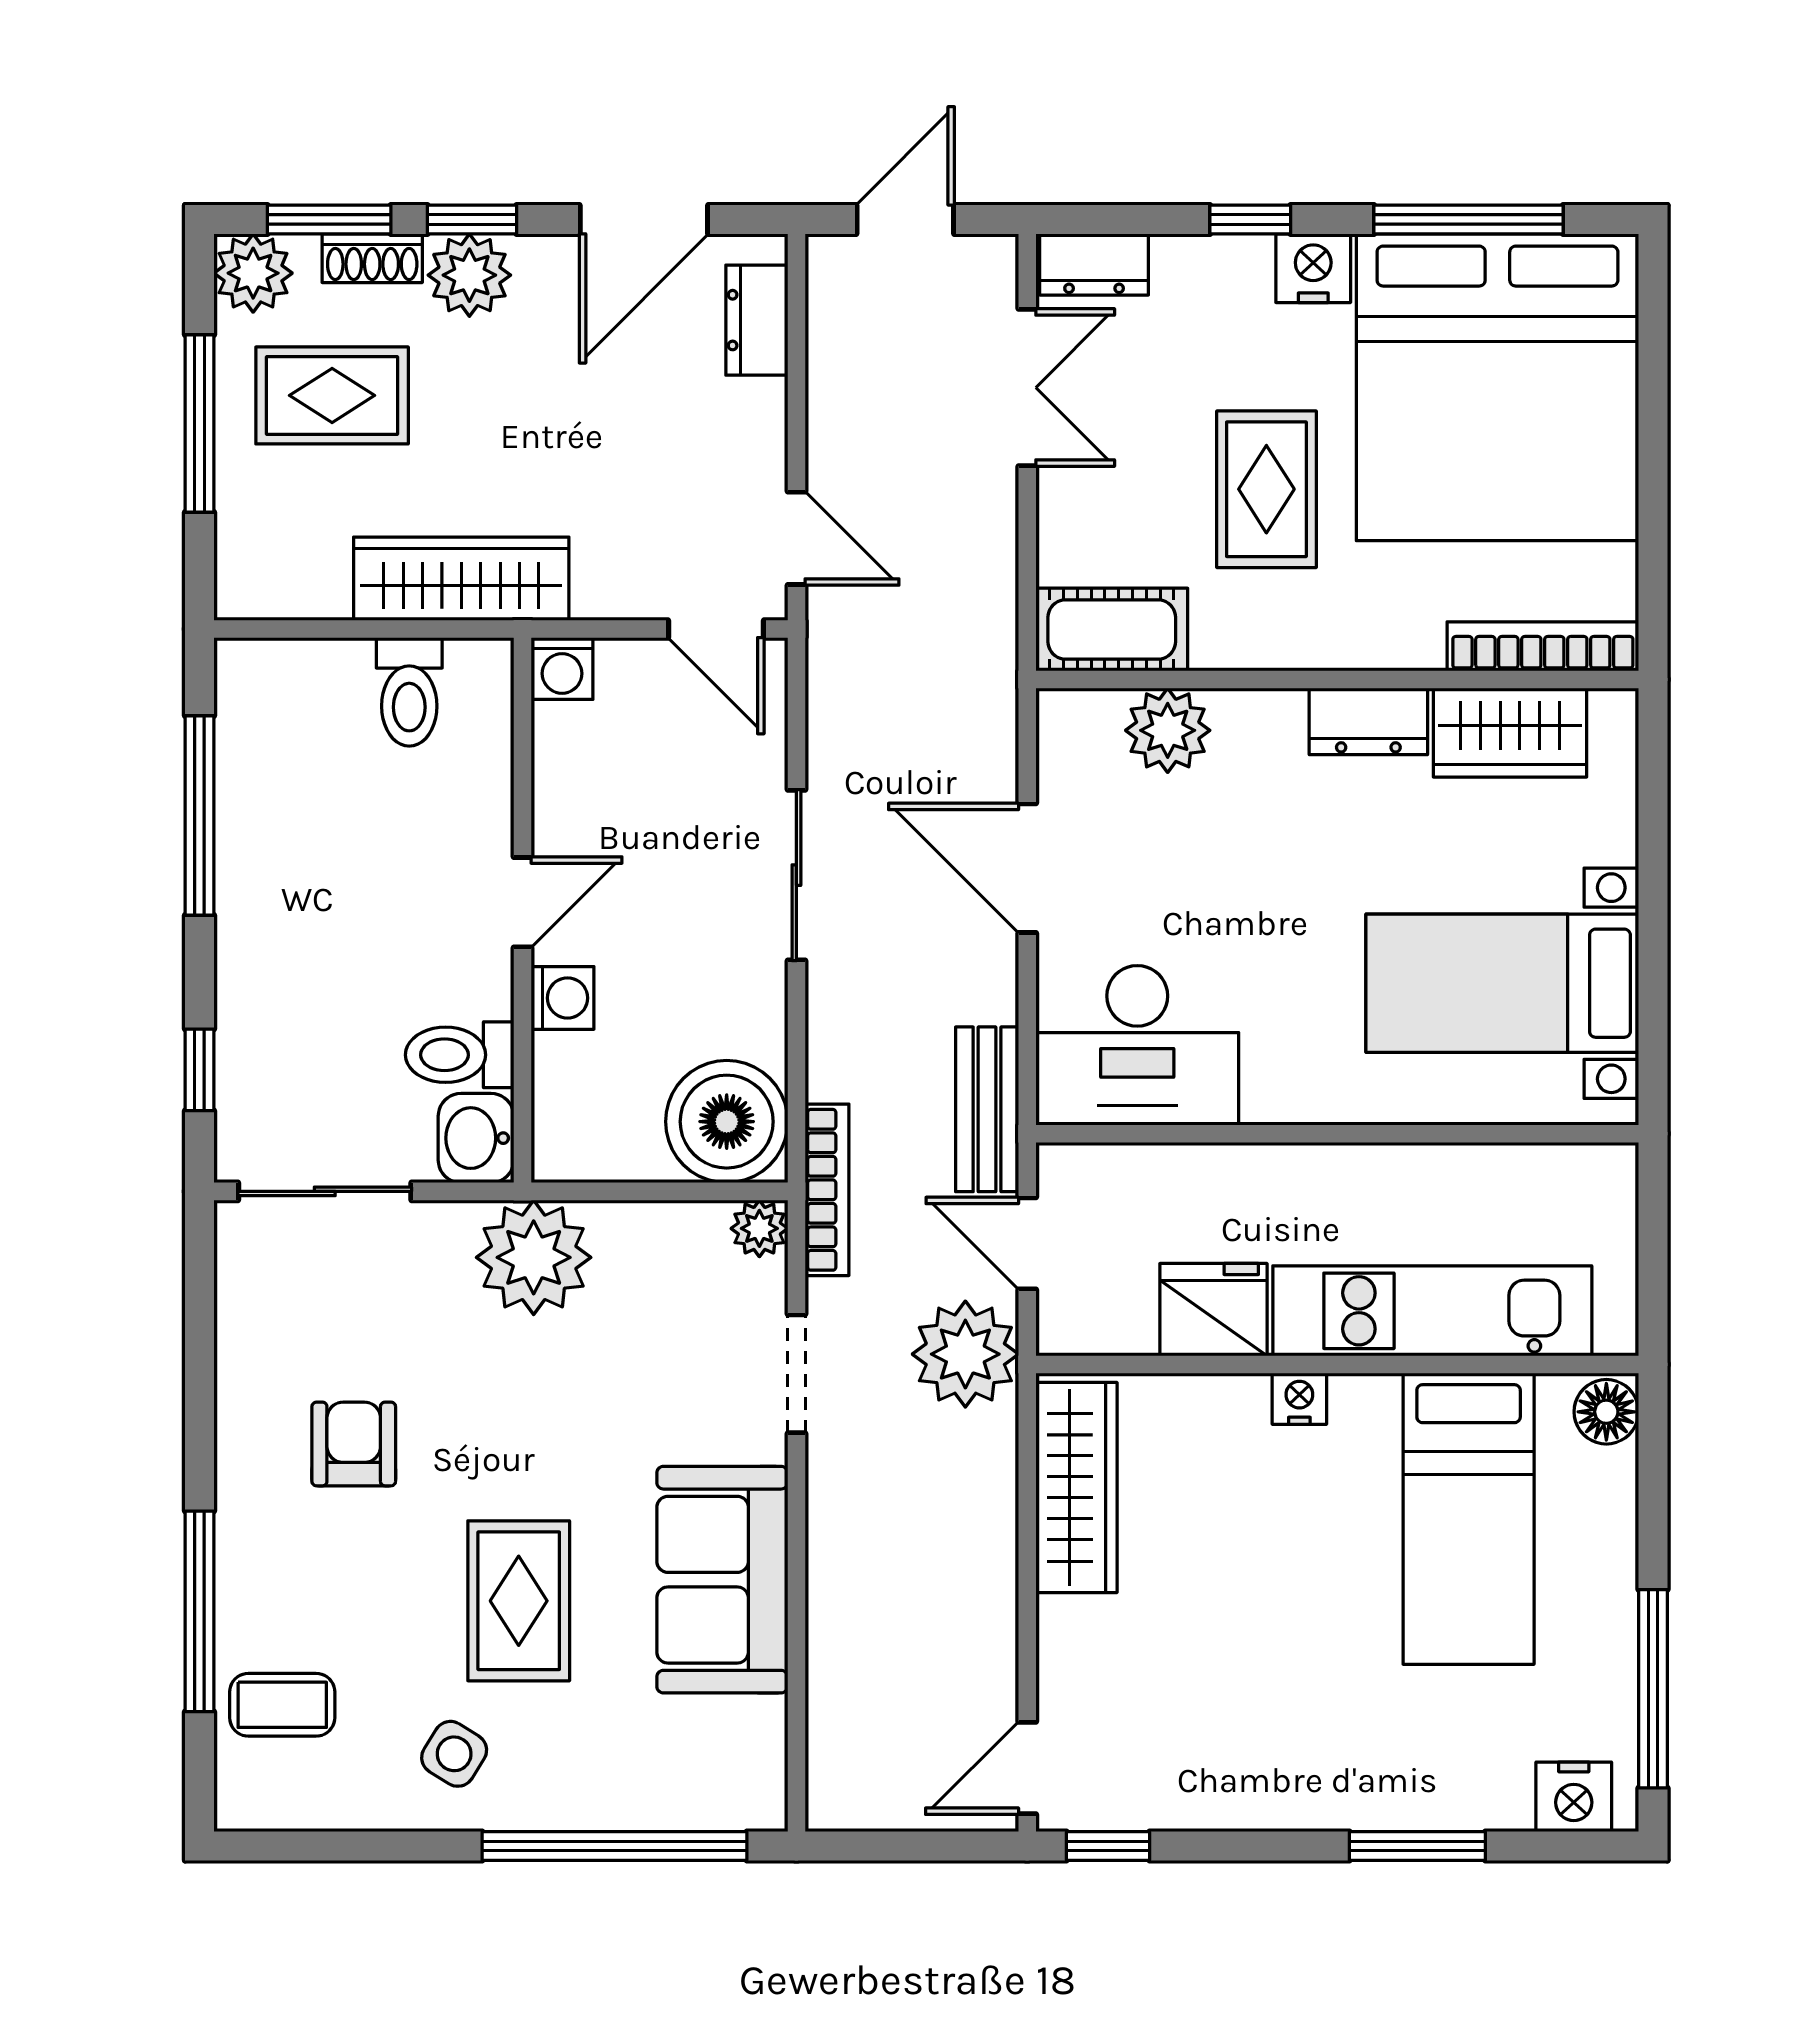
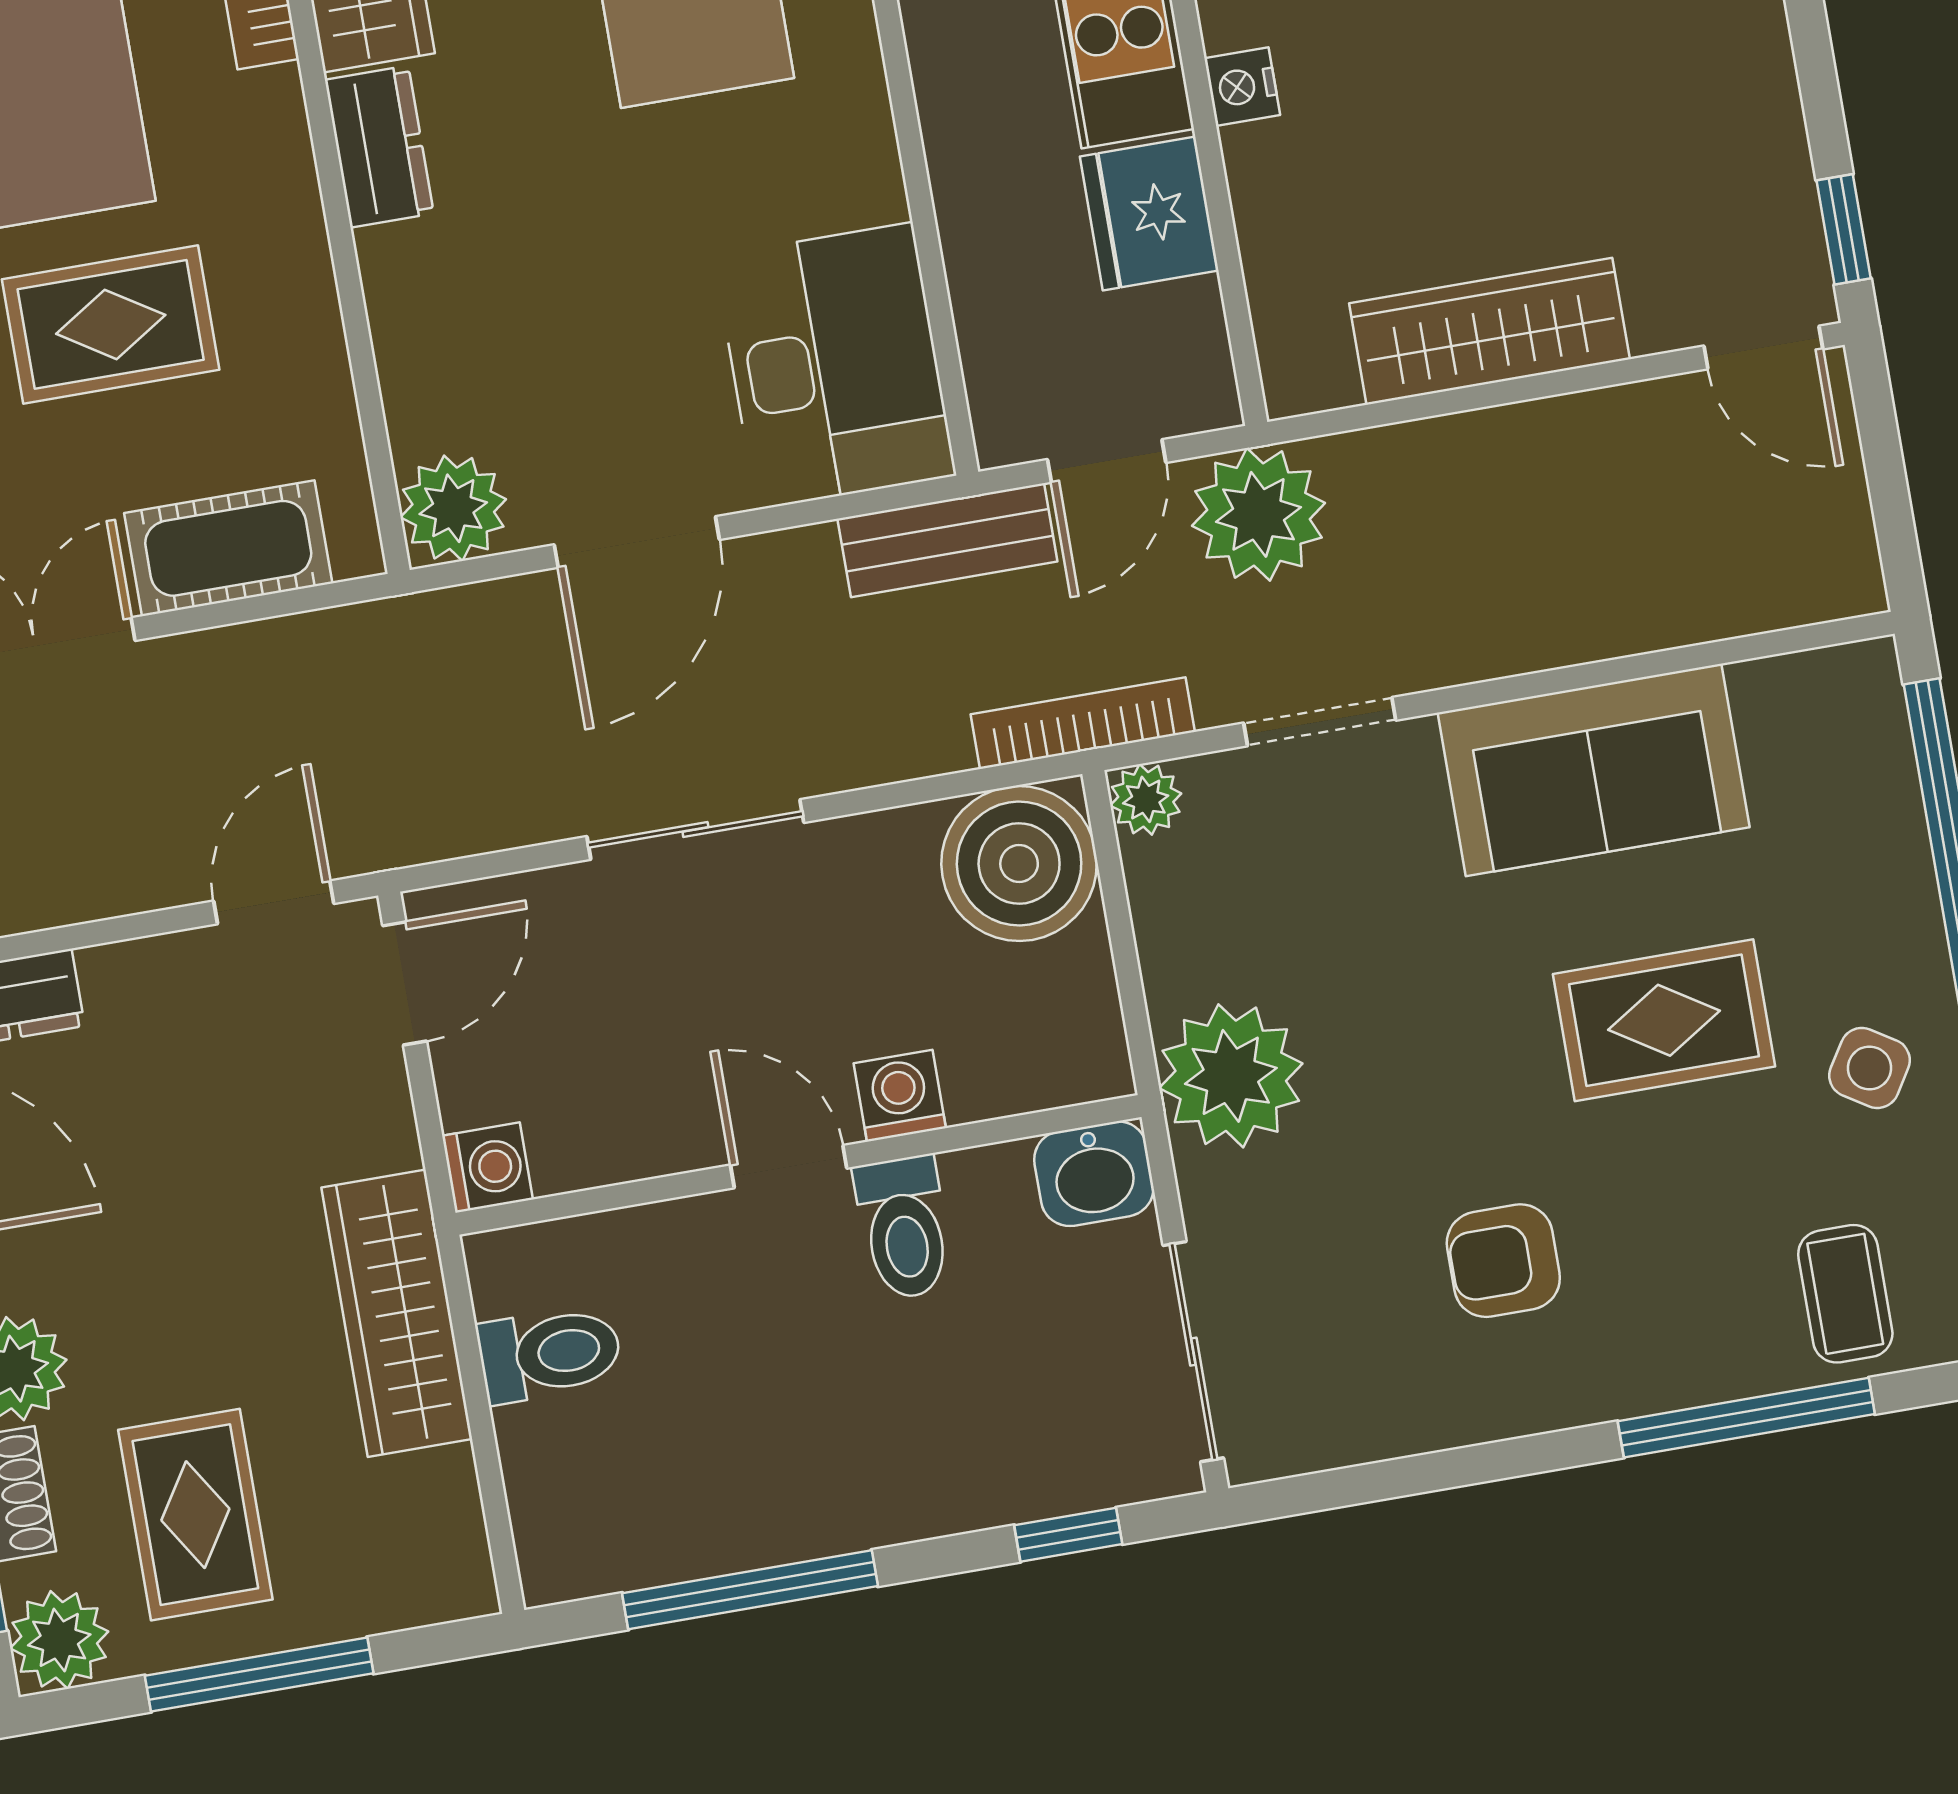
cot: (1112, 629) -> (228, 548), moved, turned 90
plant: (1168, 730) -> (453, 508), moved
toilet: (460, 1055) -> (904, 1228), moved
wardrobe: (1076, 1487) -> (1489, 331), moved

